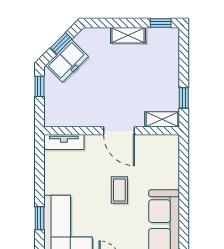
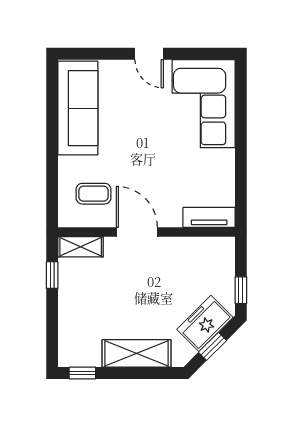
shelving: (128, 35) -> (137, 353), width x1.50, depth x1.33
coffee table: (119, 190) -> (93, 194), moved, turned 90
window: (39, 218) -> (241, 118), removed

